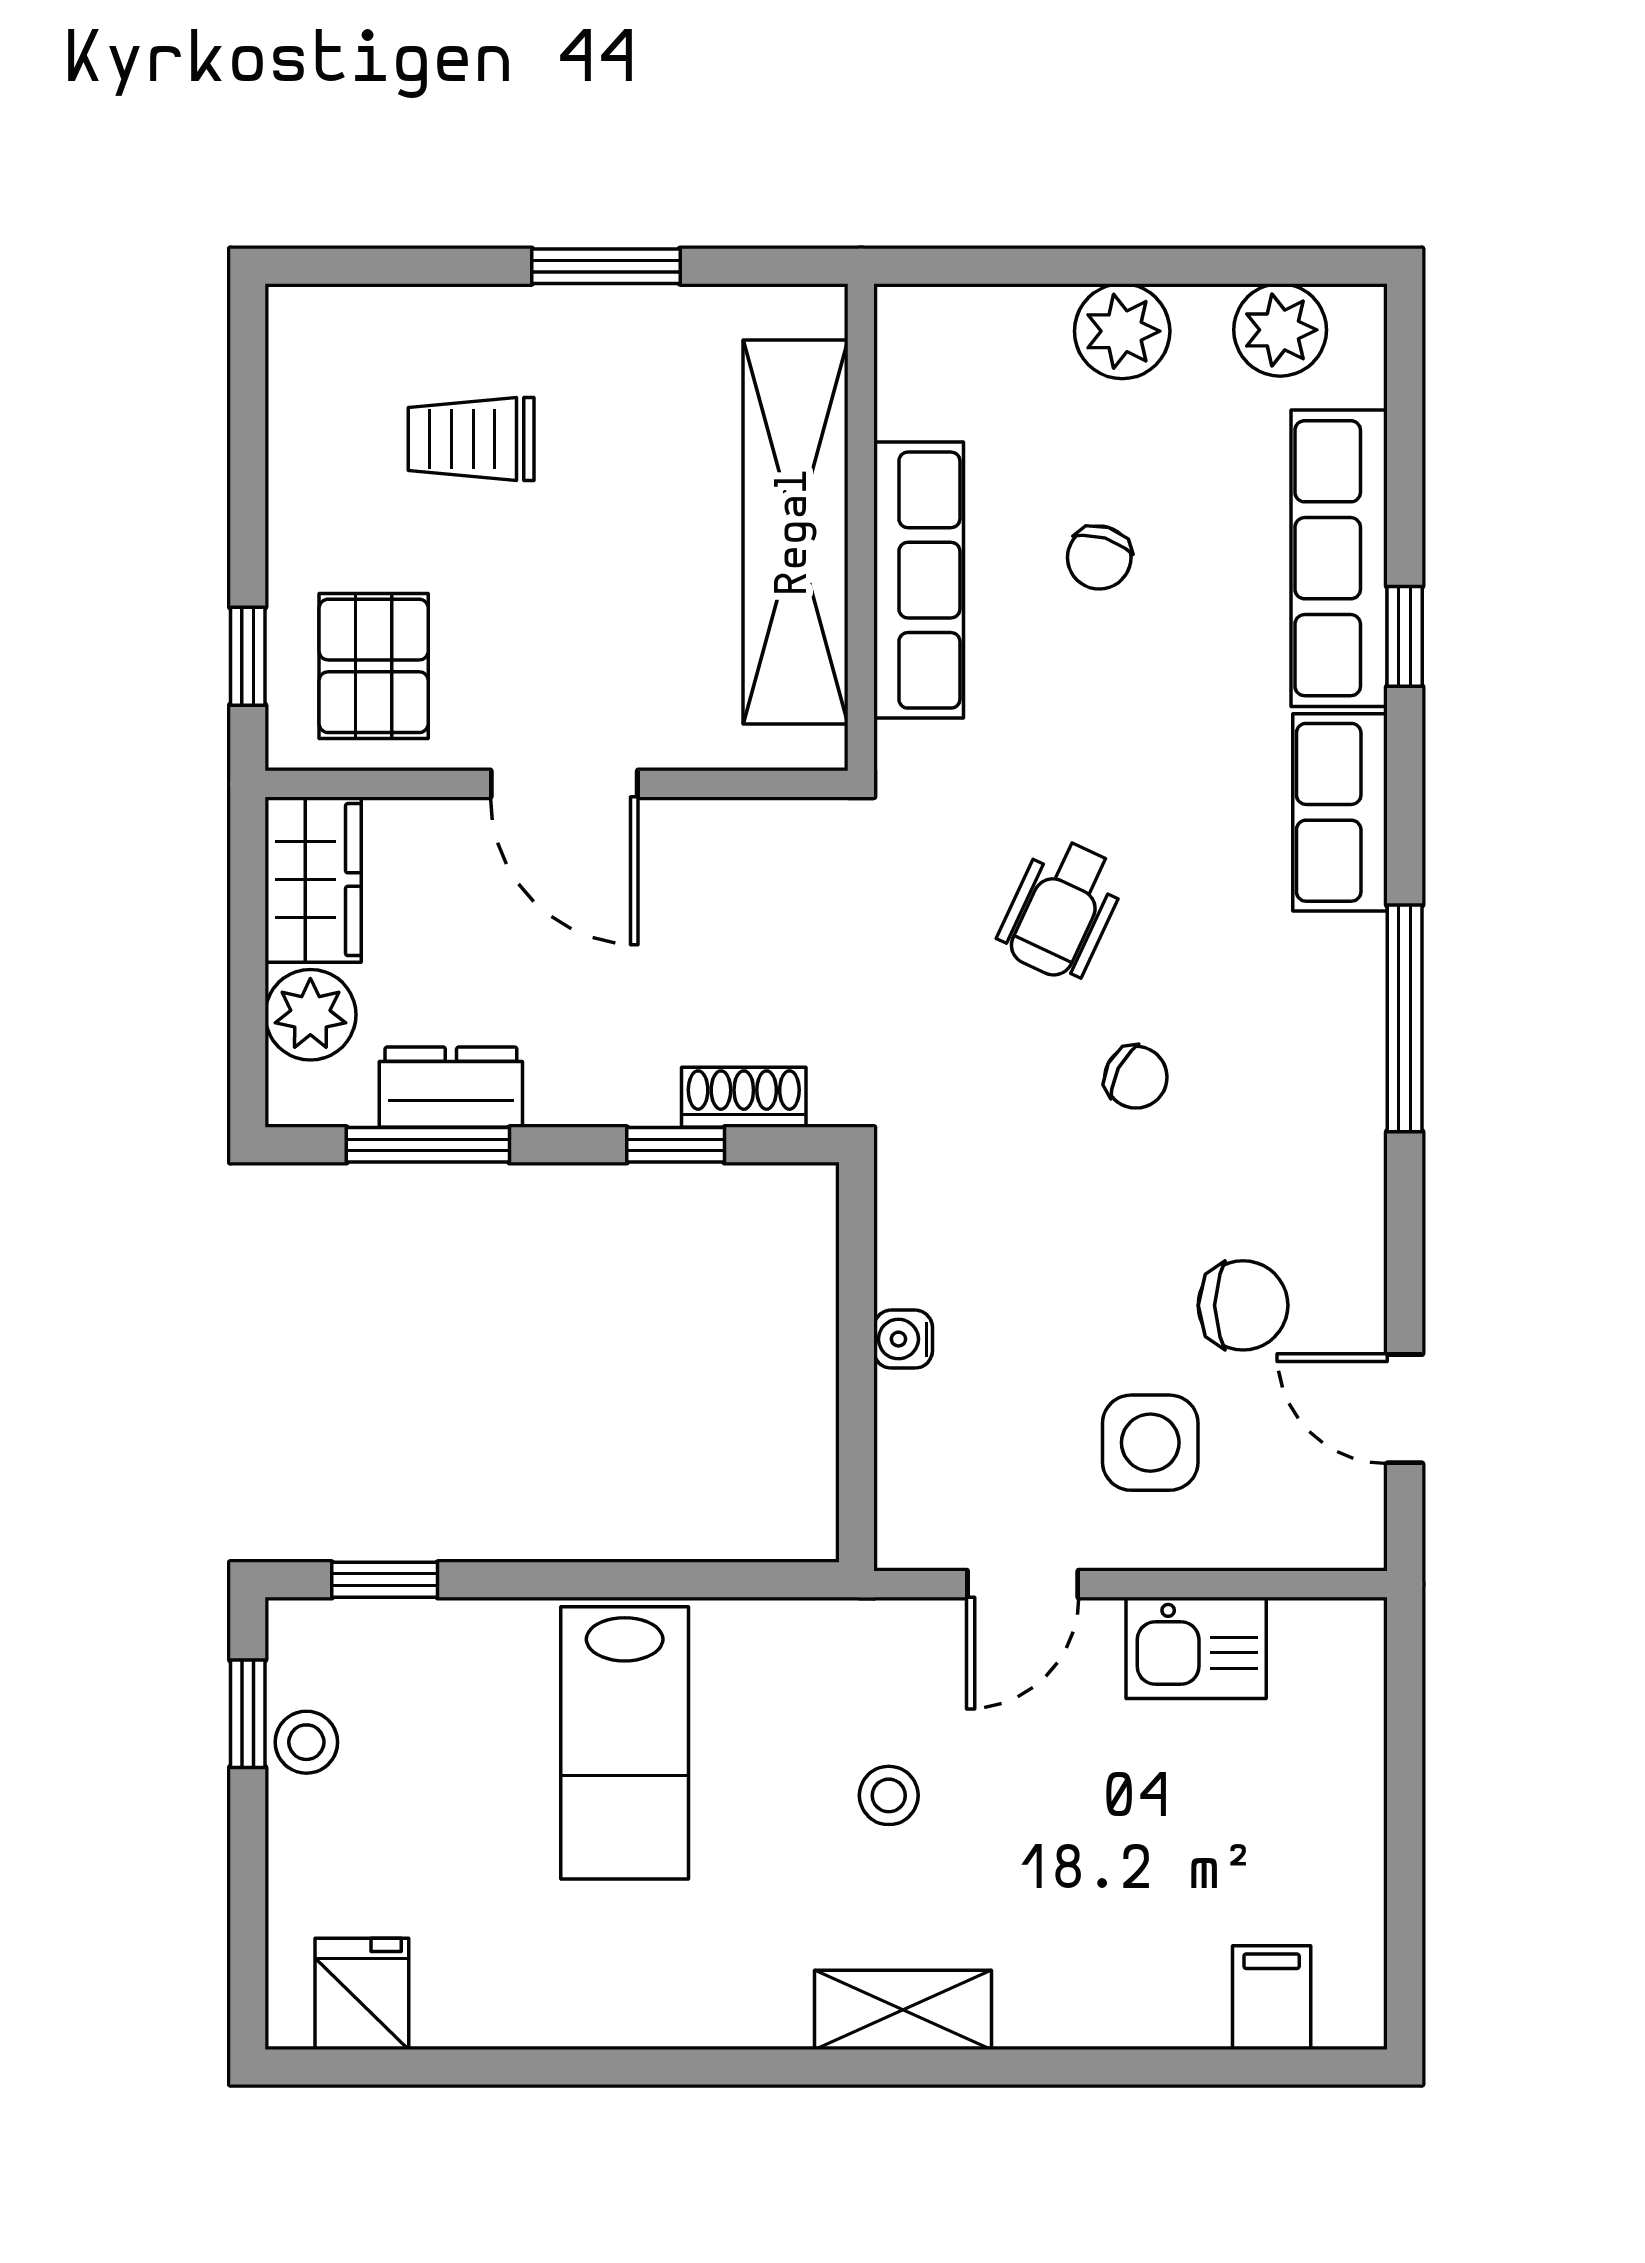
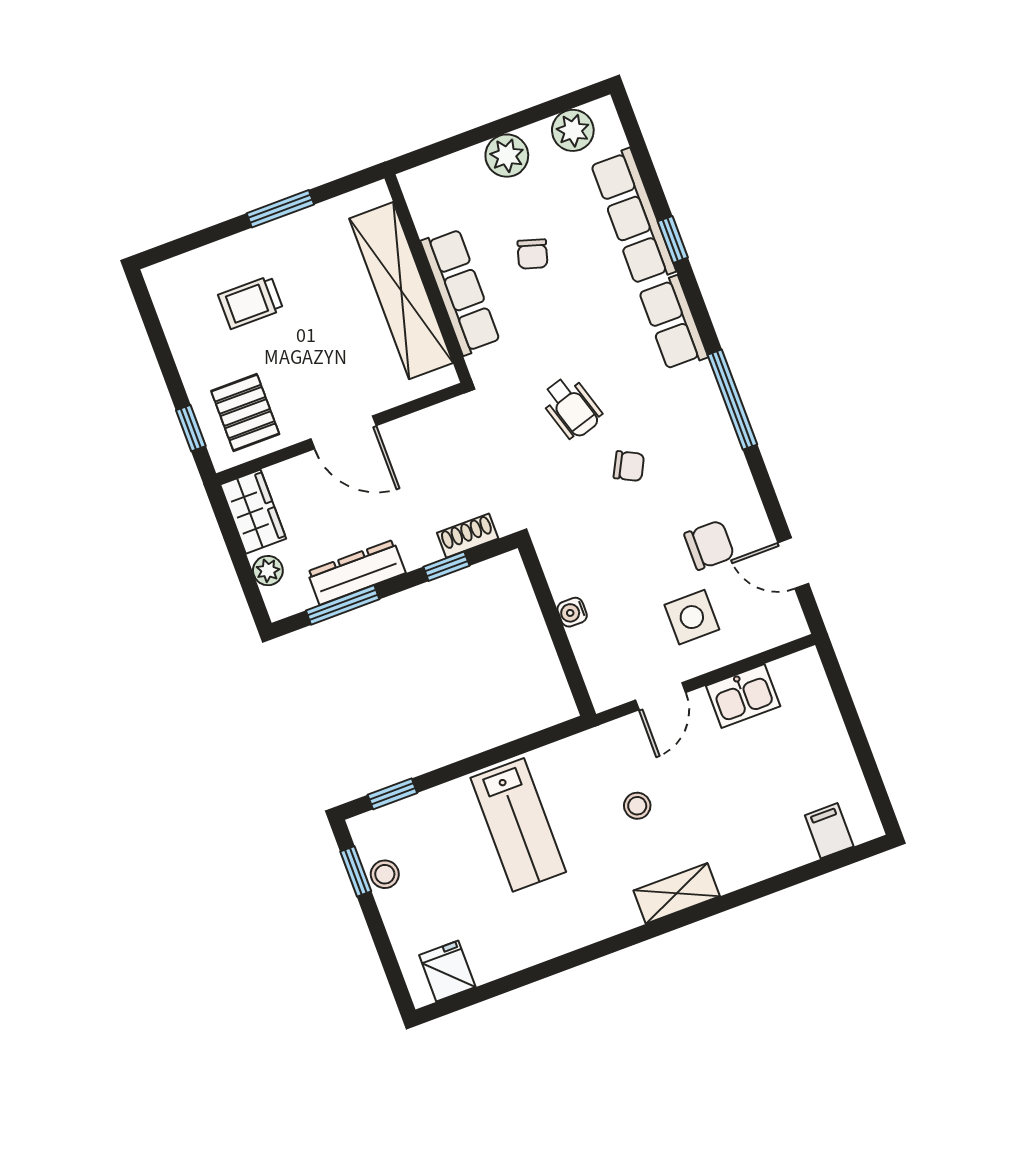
wheelchair: (1061, 909) -> (571, 407), turned -42
plant: (310, 1015) -> (268, 571), width x0.73, depth x0.73
dresser: (451, 1087) -> (356, 572), width x1.44

